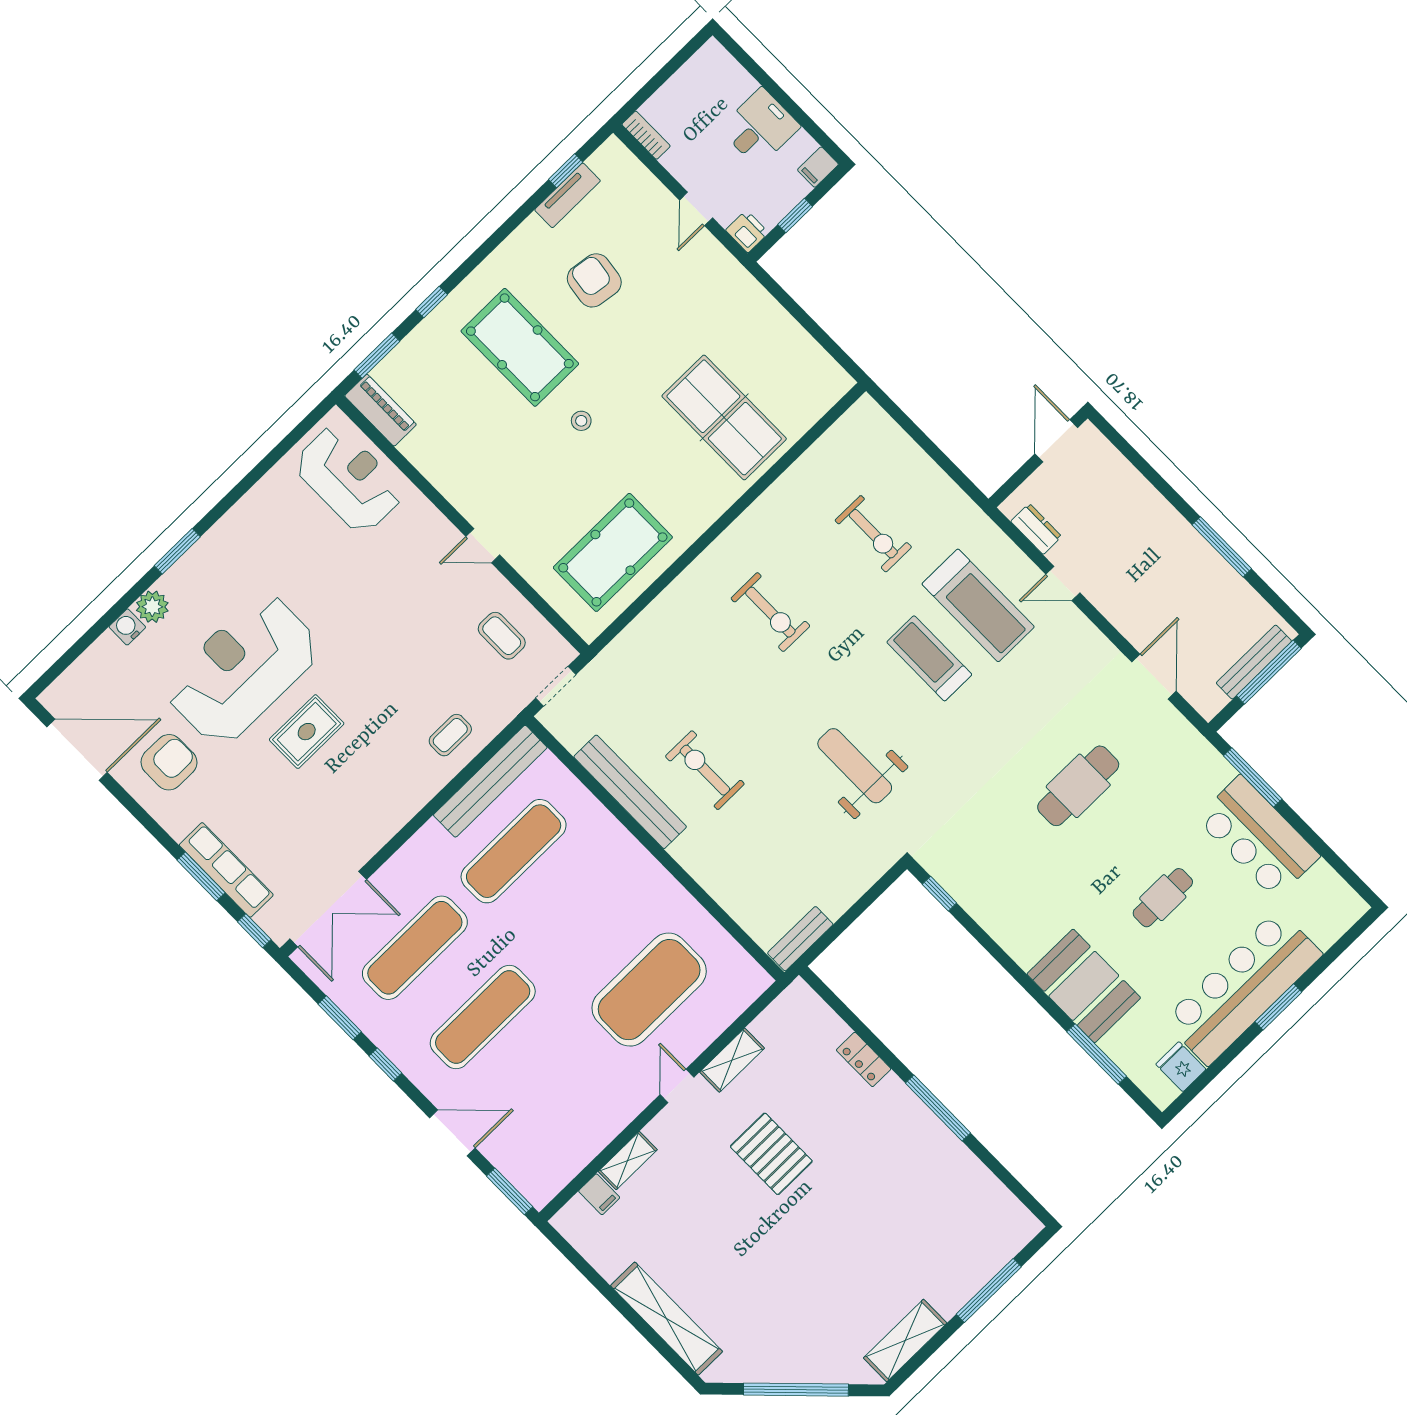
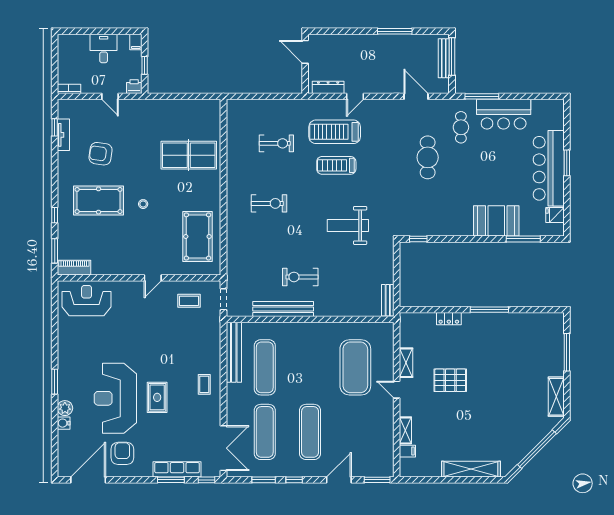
dresser: (1036, 529) -> (328, 87), width x1.44
treadmill: (978, 605) -> (335, 132), turned 180
coffee table: (450, 735) -> (204, 384), moved
cafe table: (1163, 898) -> (461, 127), moved

